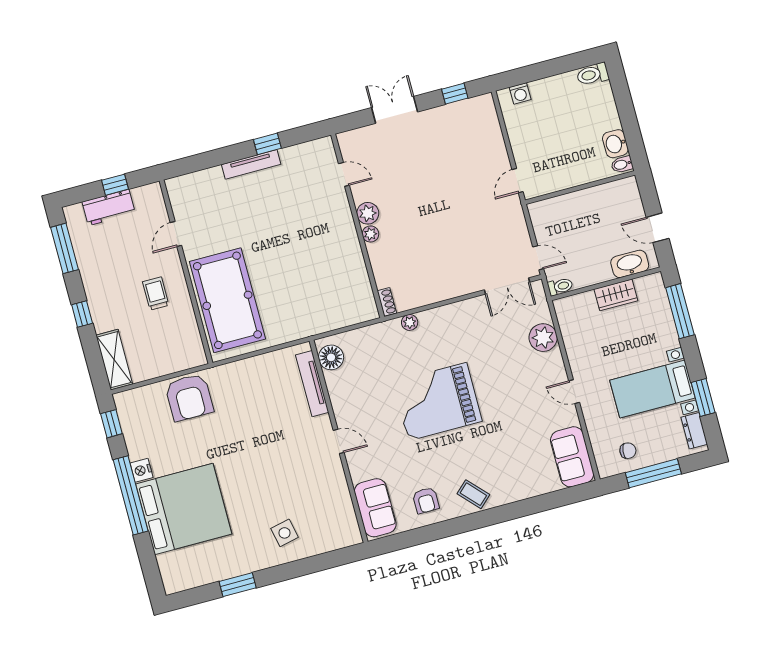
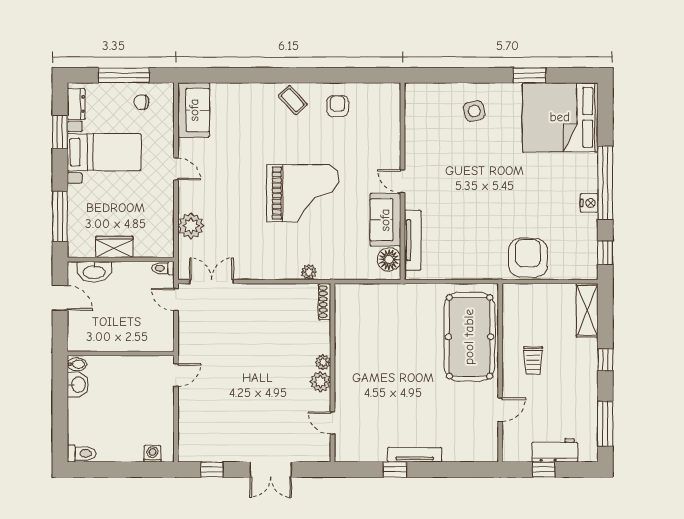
shoe rack: (387, 302) -> (325, 302), width x1.43
sofa: (375, 508) -> (385, 220), moved
bed: (184, 509) -> (560, 117), moved

